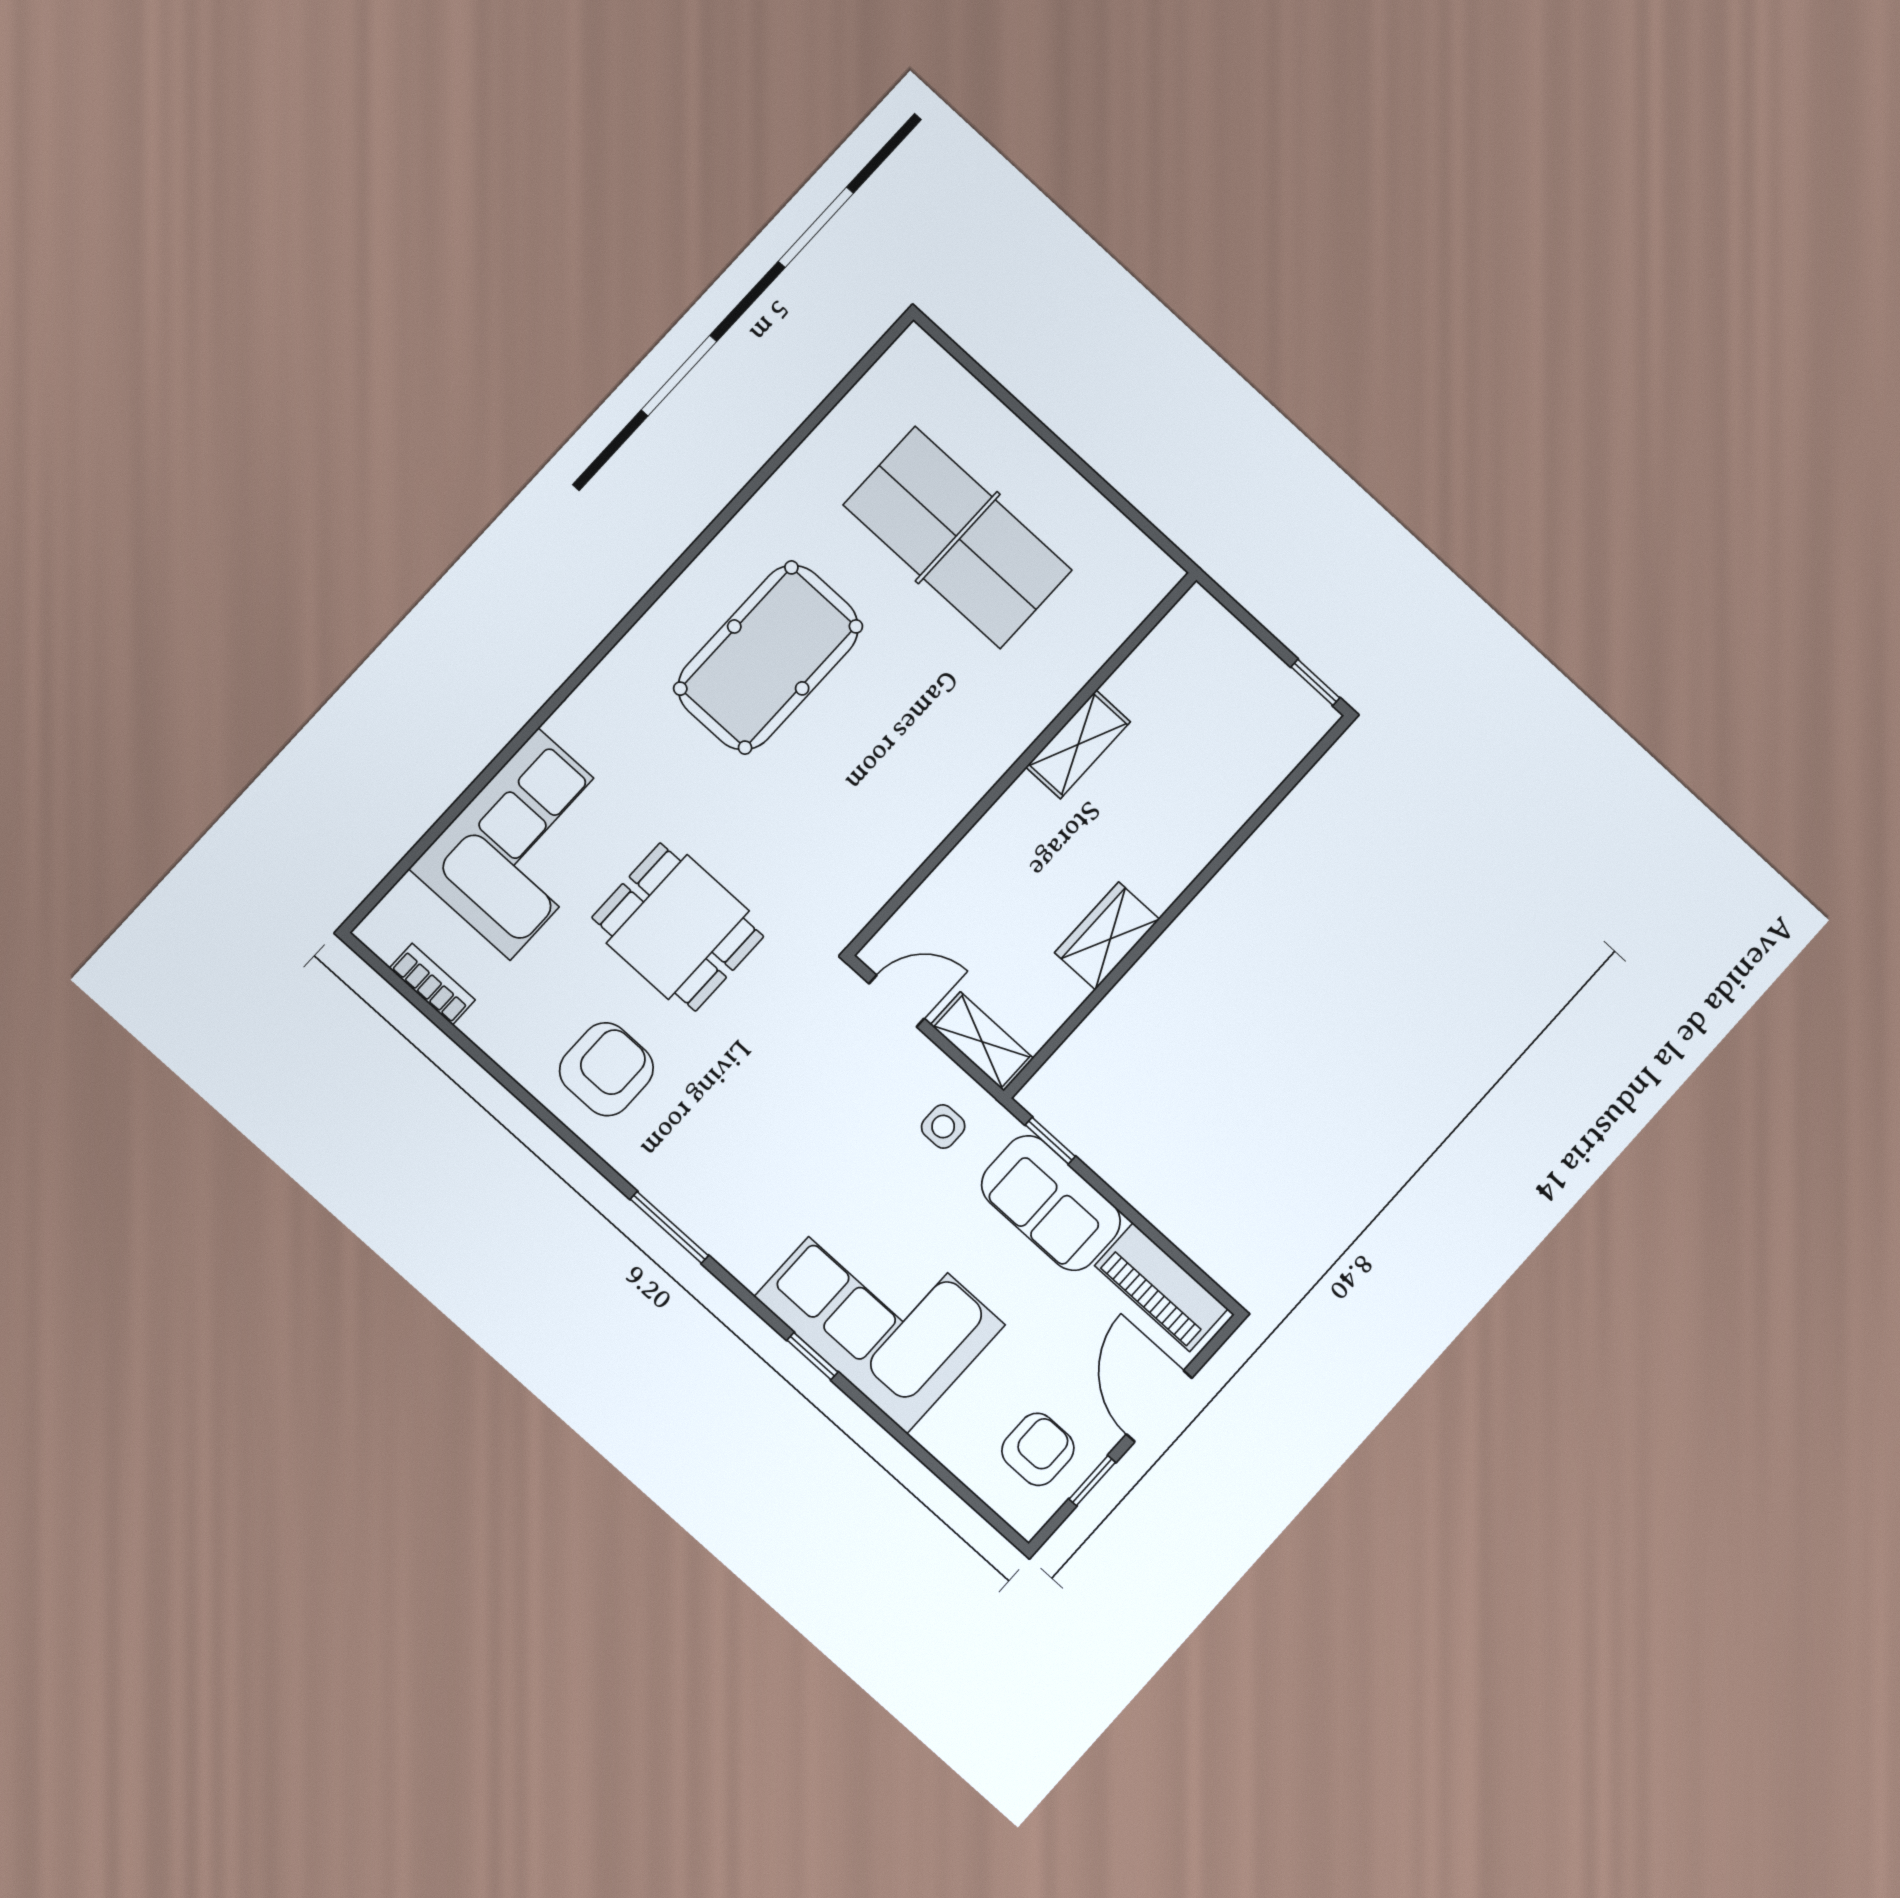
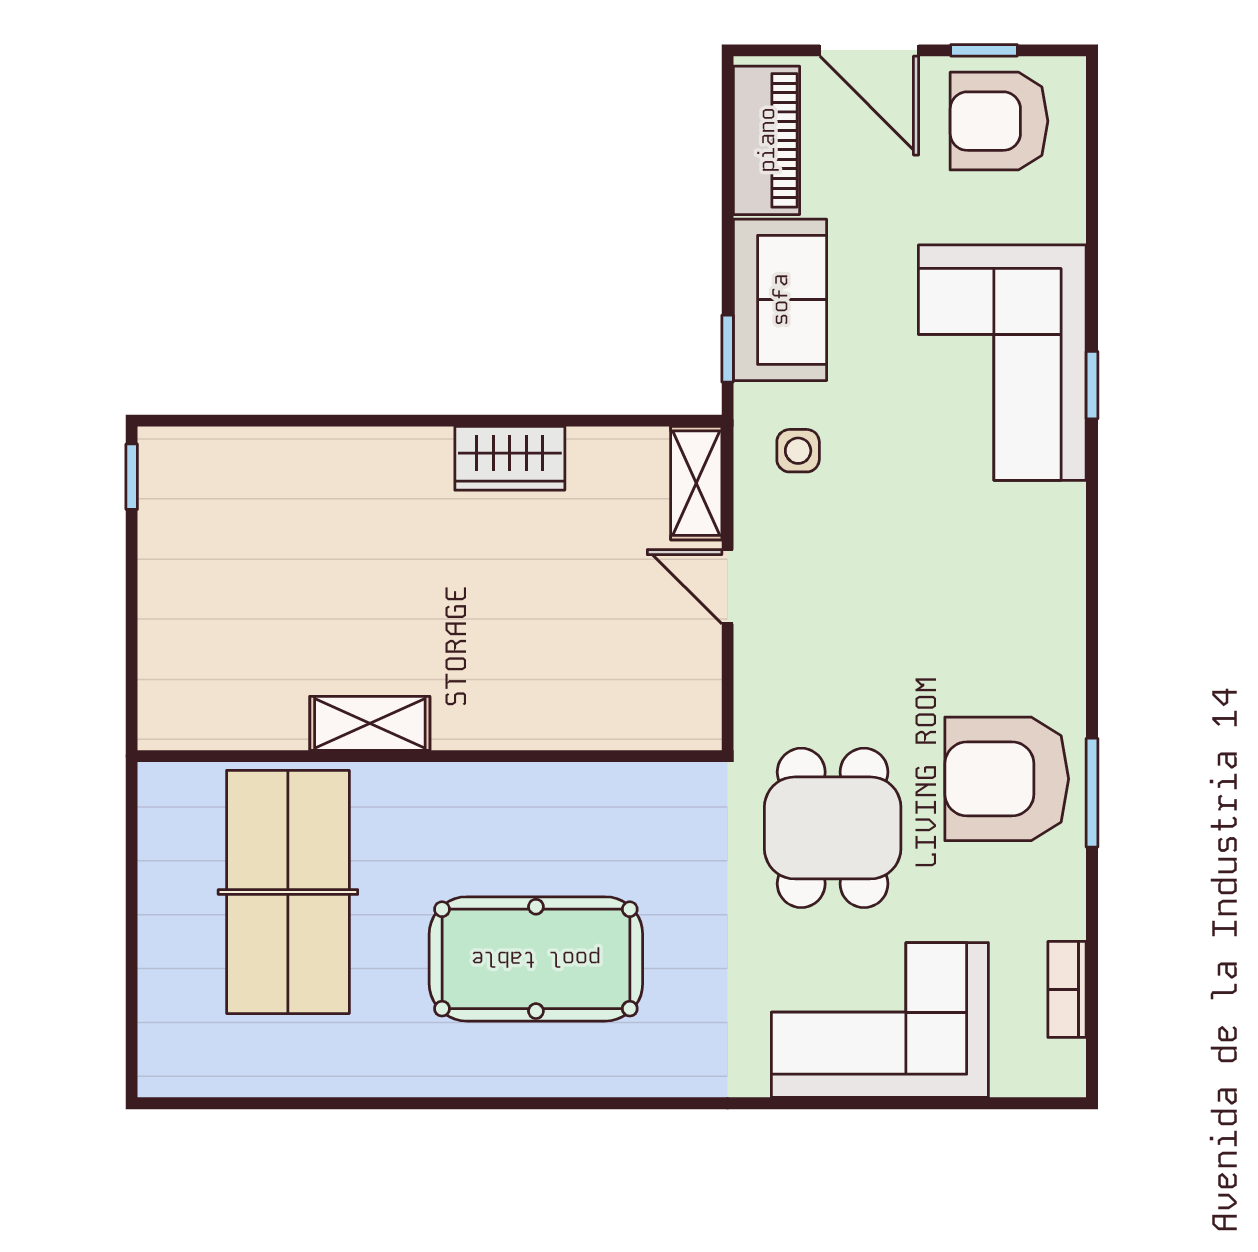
shelving: (1078, 744) -> (370, 723), moved
wall: (1022, 764) -> (430, 756), moved
armchair: (606, 1069) -> (1007, 779), width x1.36, depth x1.36
window: (669, 1227) -> (1092, 793), moved
door: (1159, 1406) -> (869, 50), hinge flipped
armchair: (1038, 1449) -> (999, 121), width x1.38, depth x1.38

